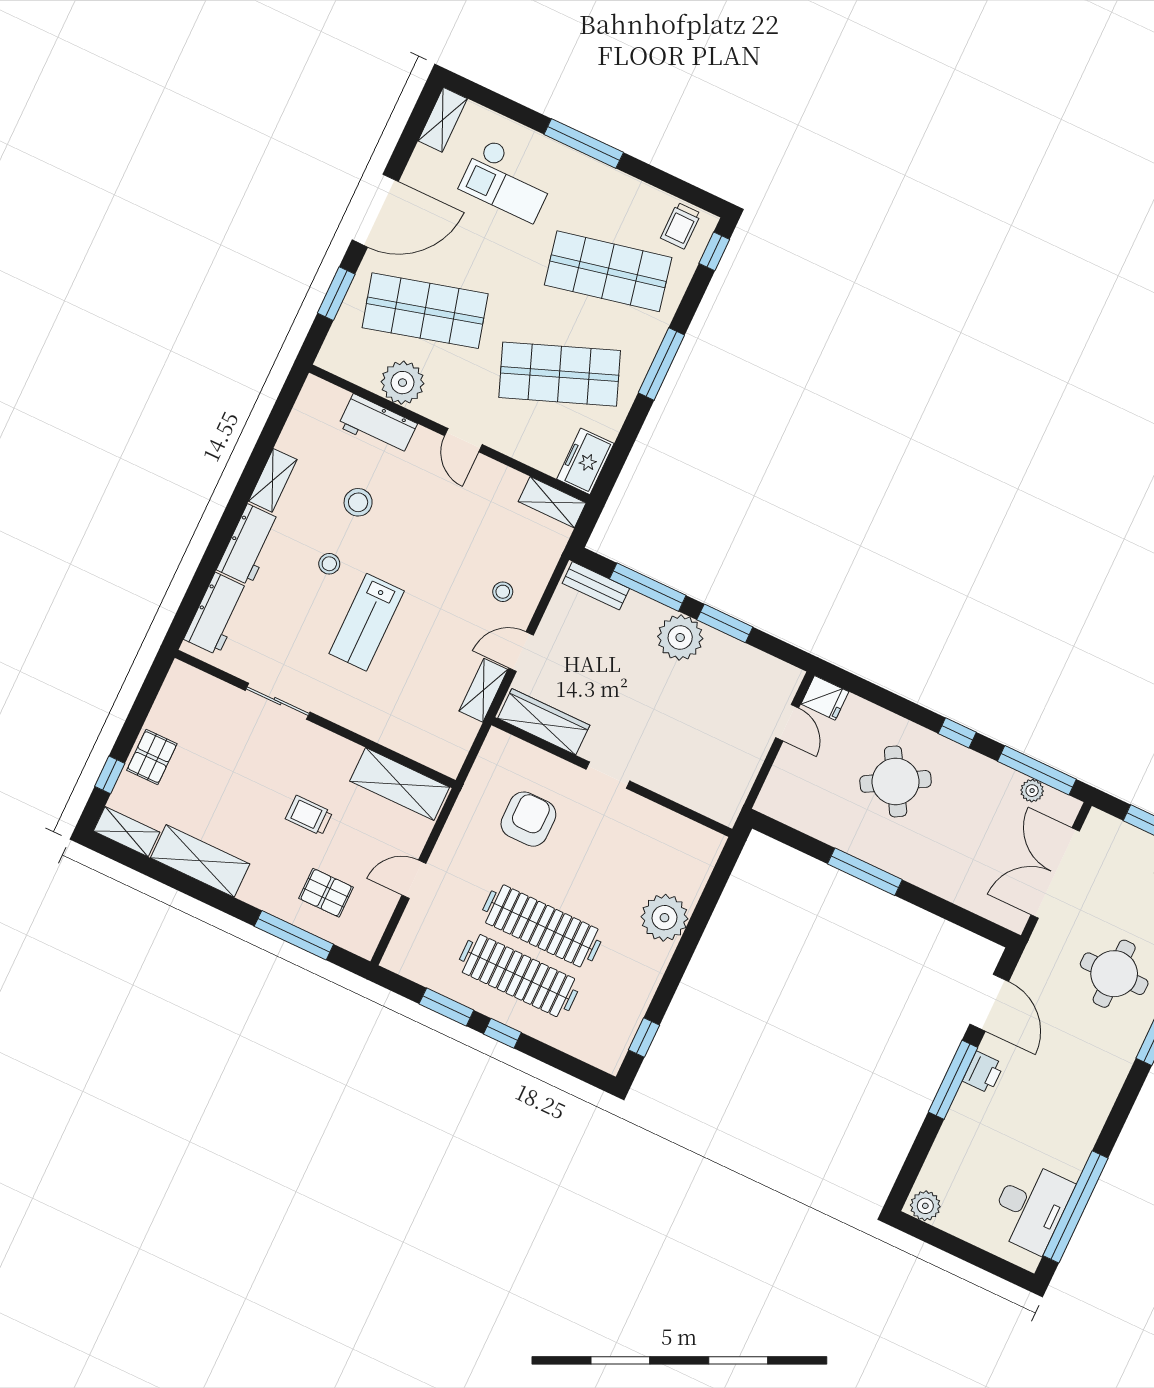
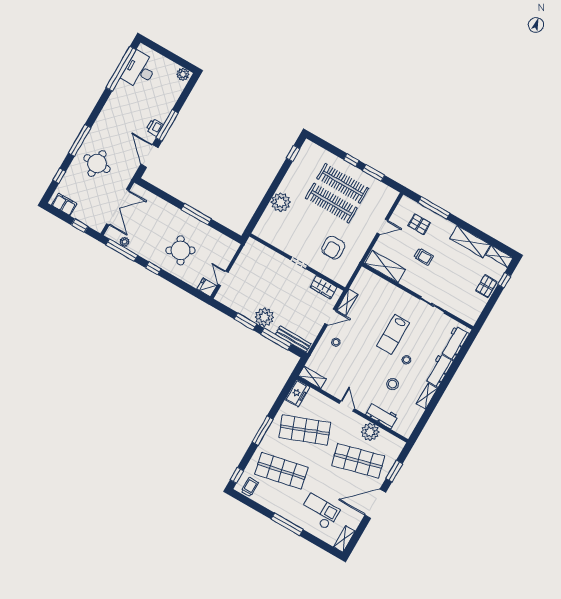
bench: (596, 586) -> (293, 339), width x1.36
lab bench: (367, 622) -> (393, 334), turned 180
wardrobe: (544, 722) -> (323, 287), width x0.67

